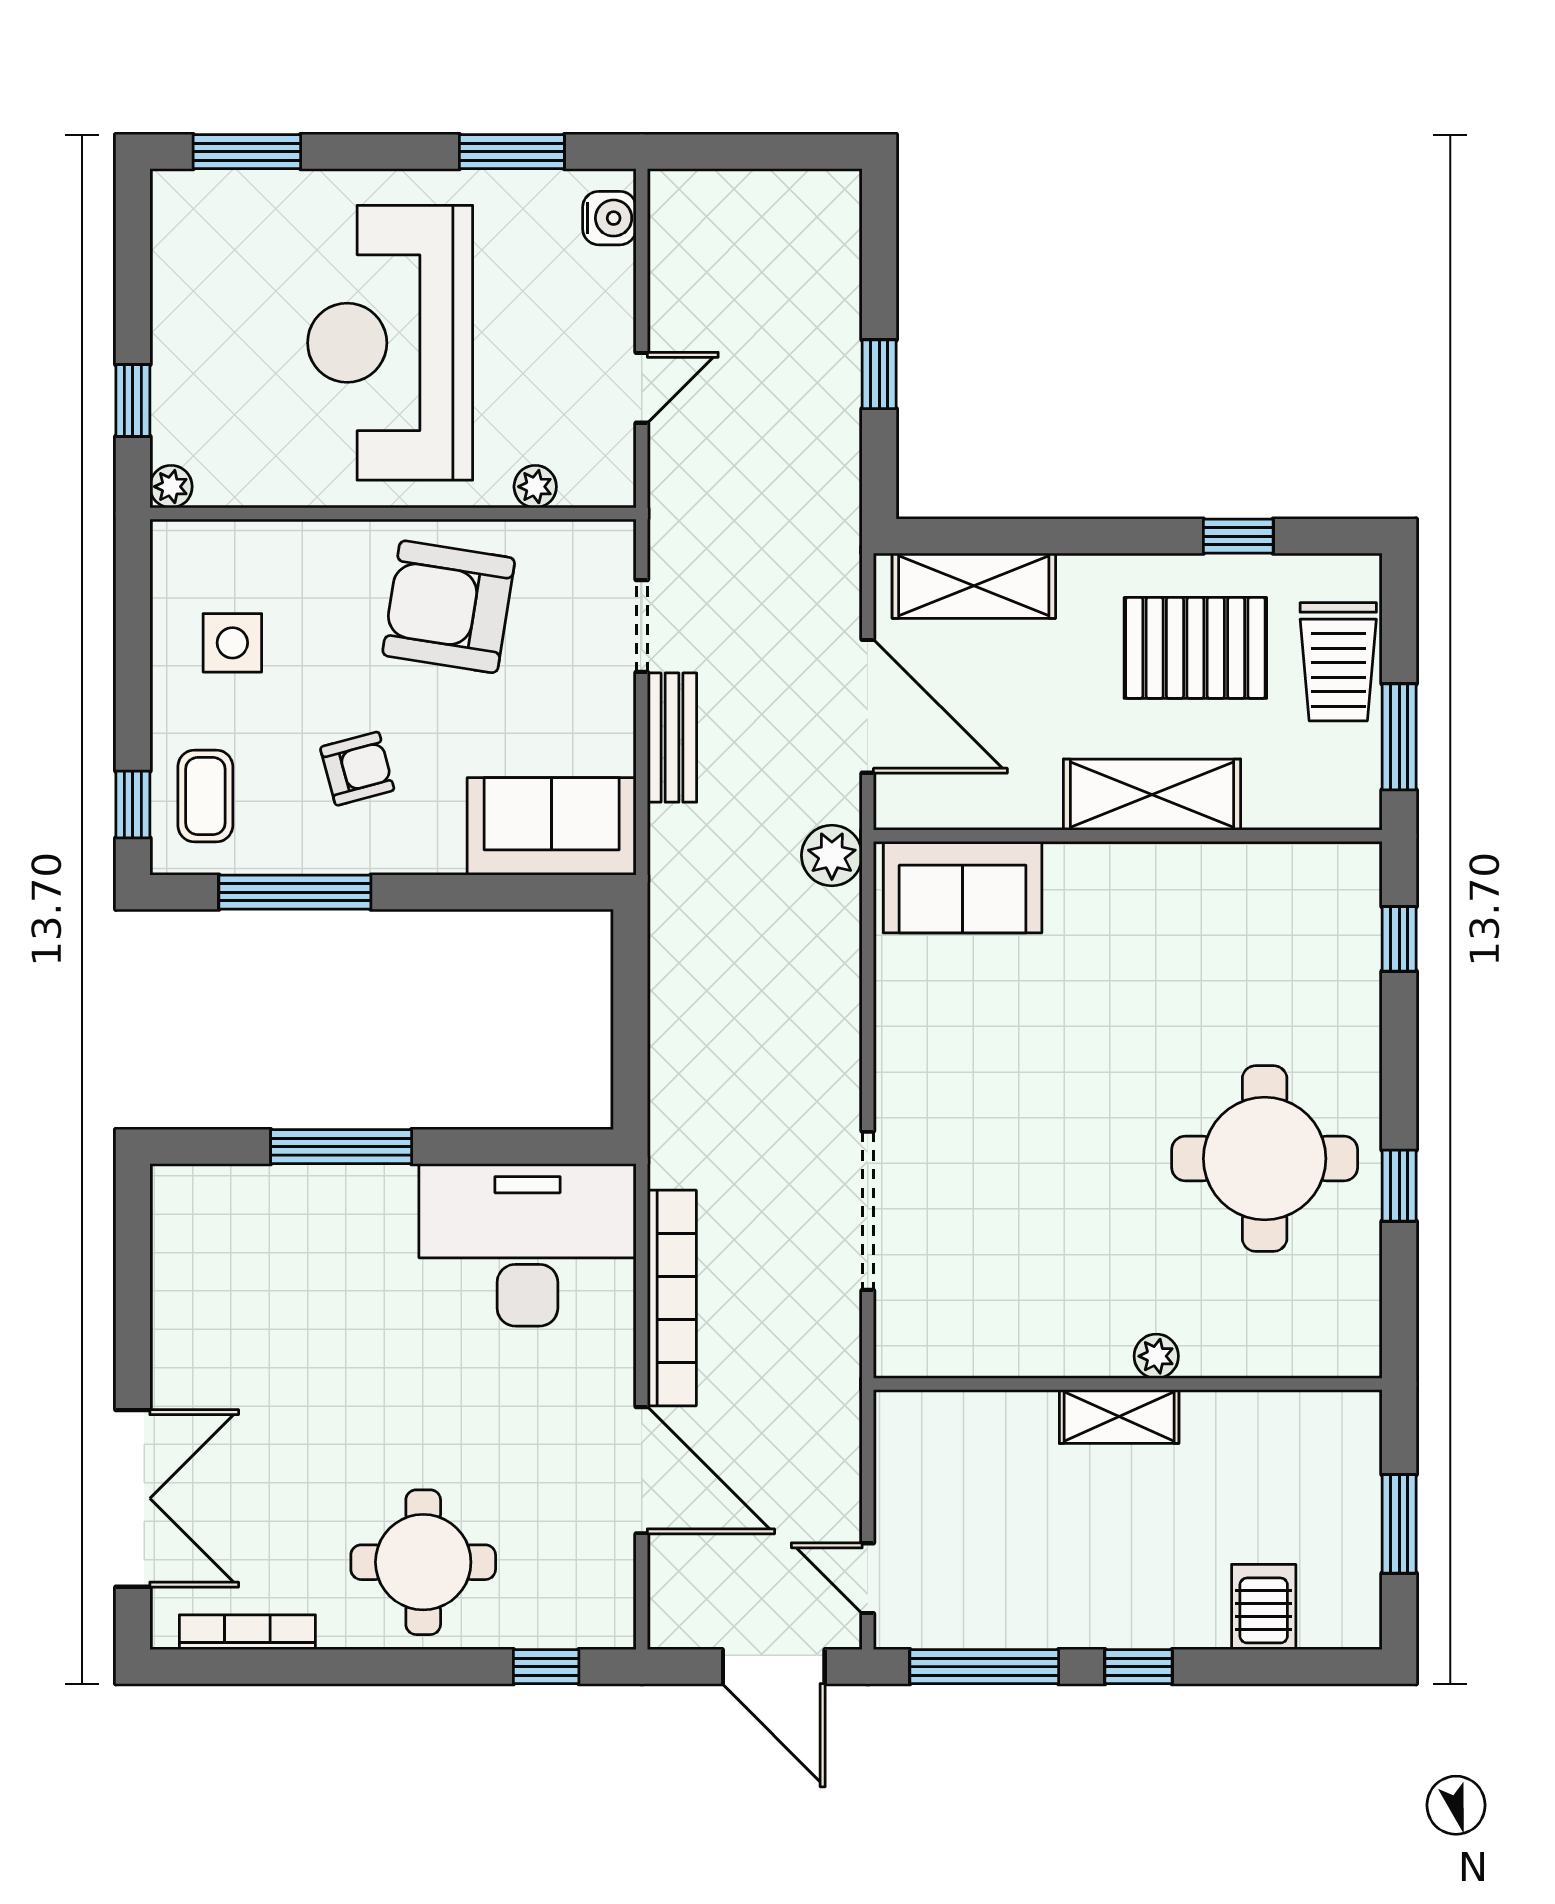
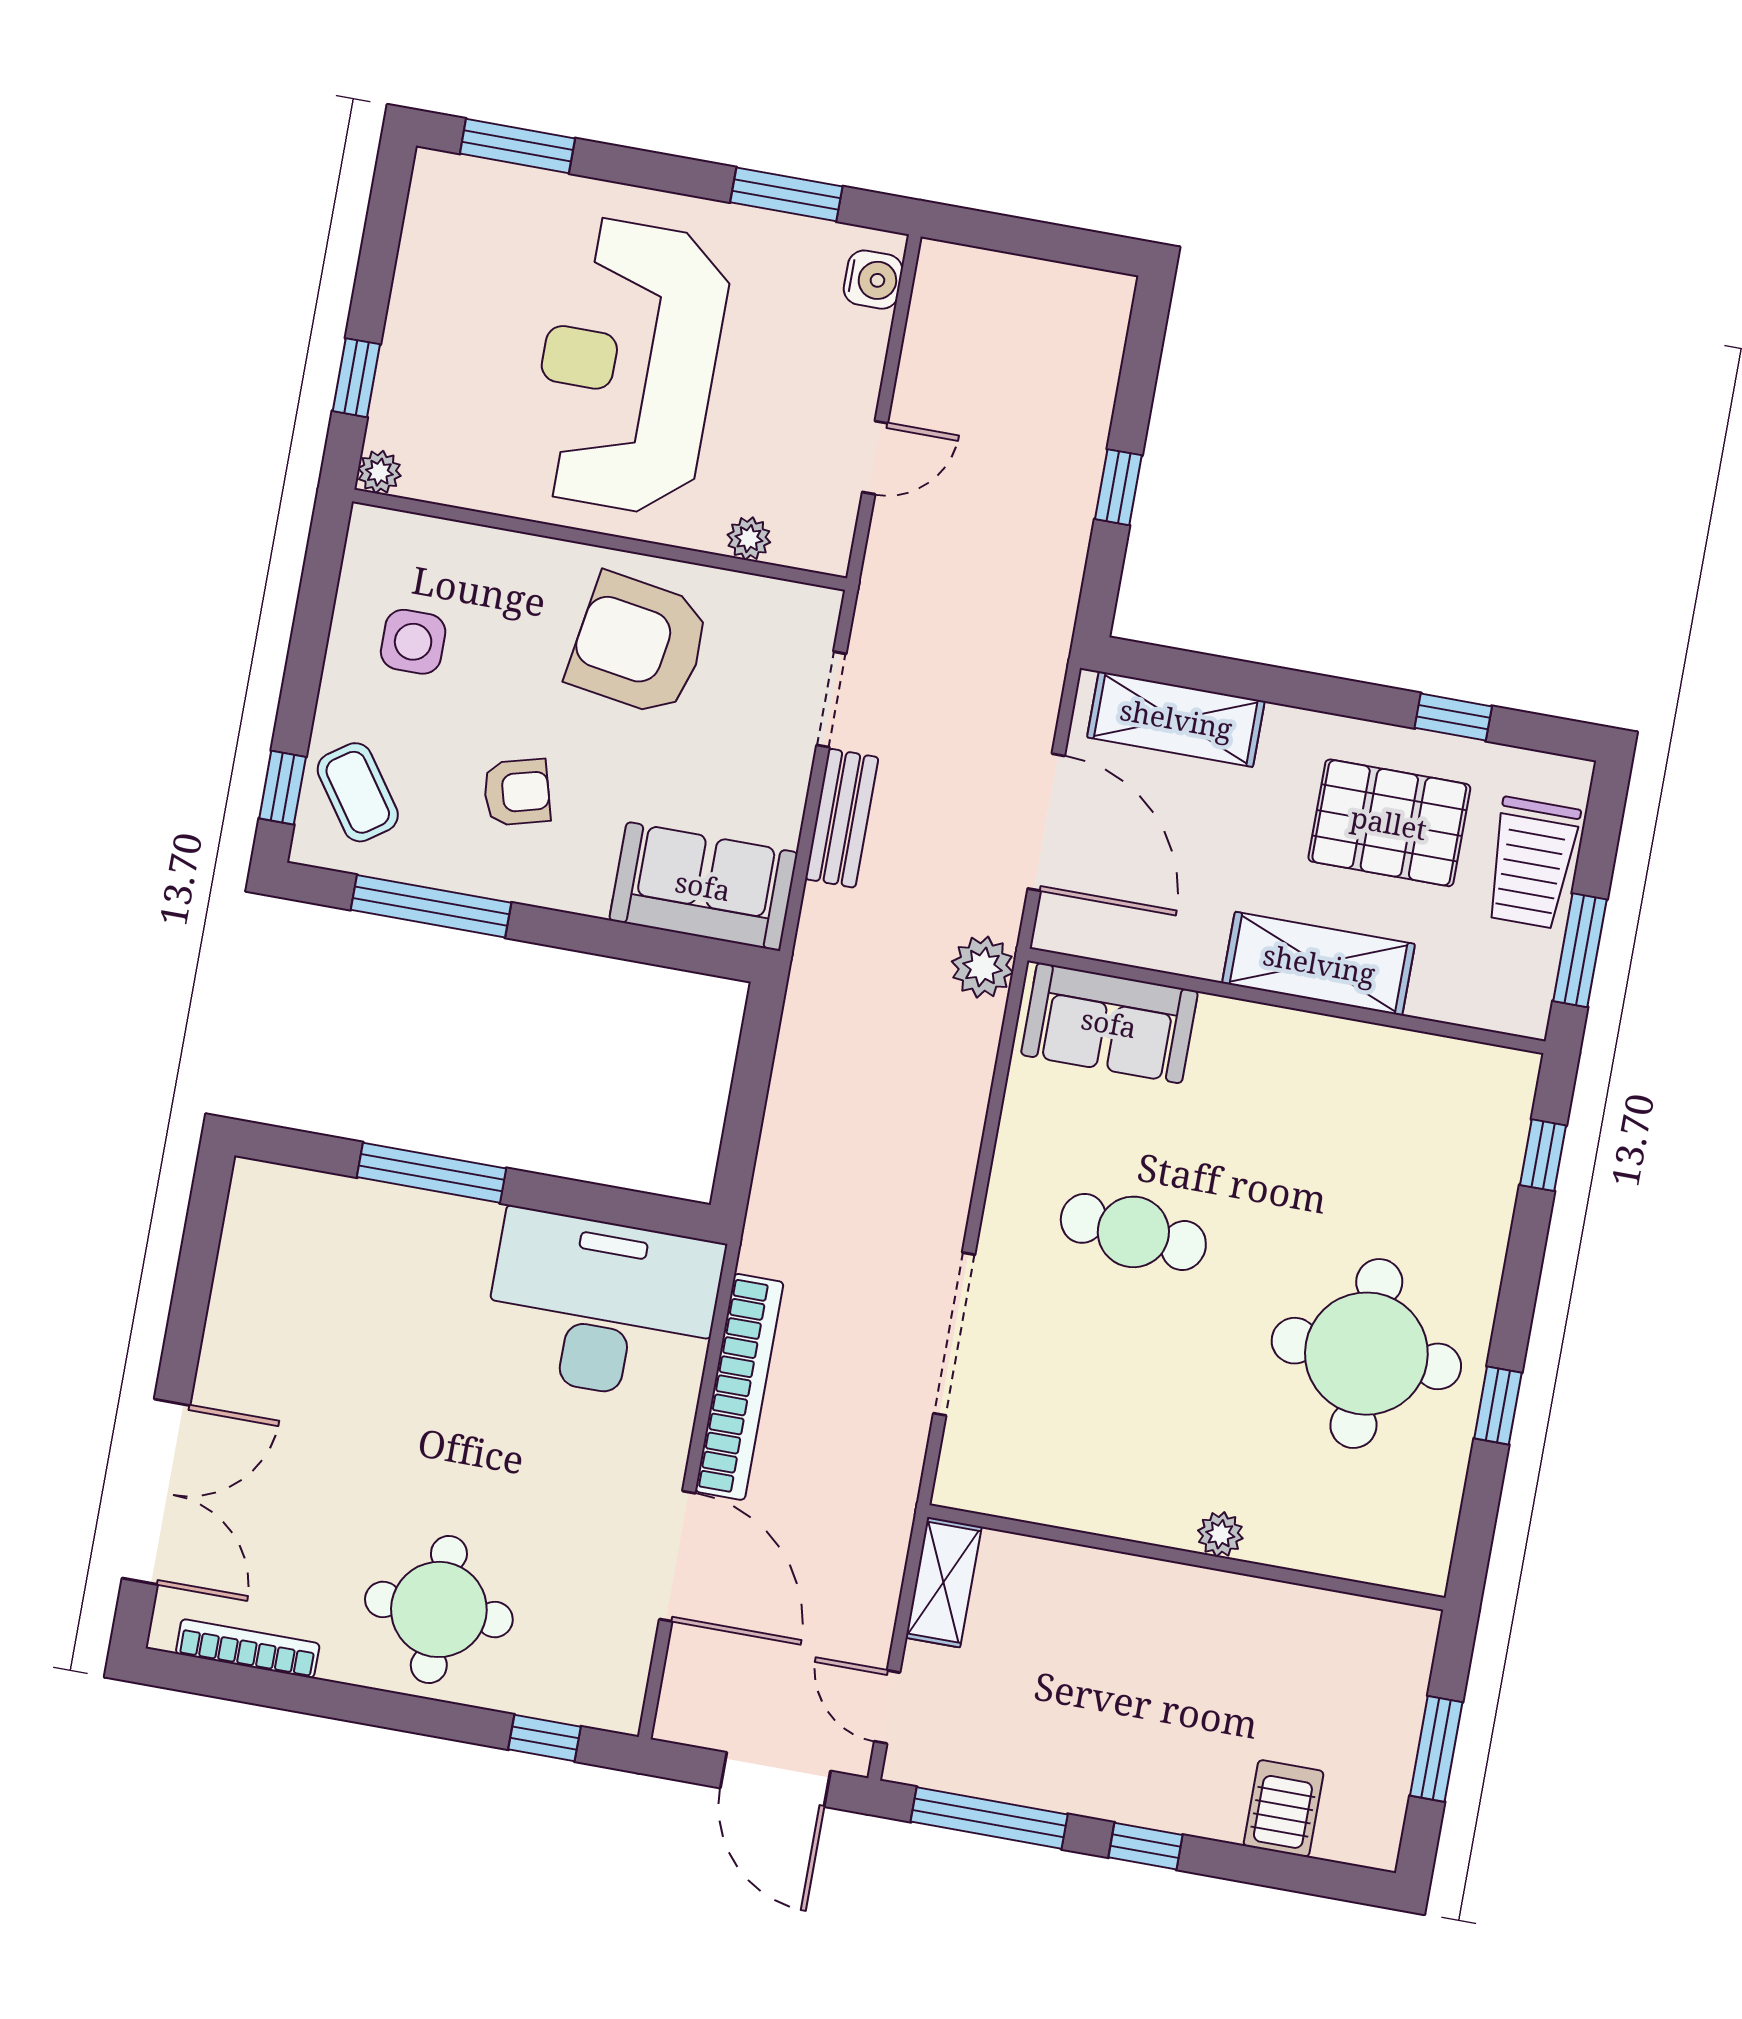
coffee table: (205, 796) -> (358, 792), turned -35
cafe table: (1021, 1082) -> (1133, 1232), added
shelving: (1119, 1417) -> (944, 1582), moved, turned 90

